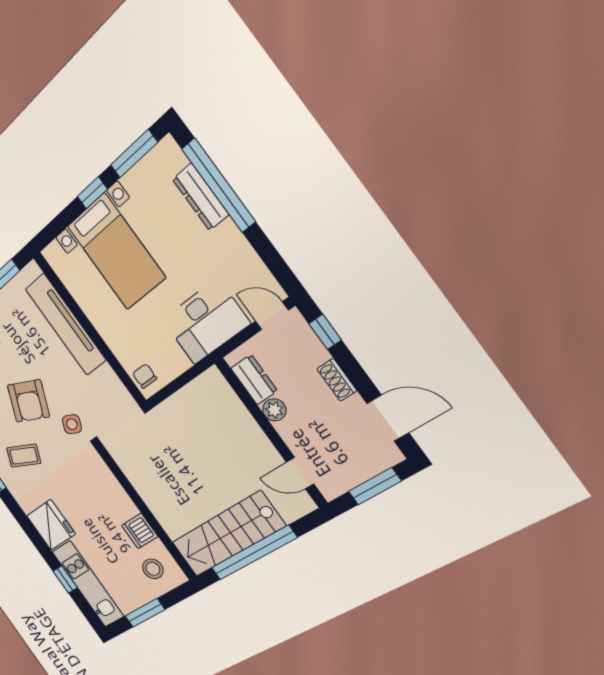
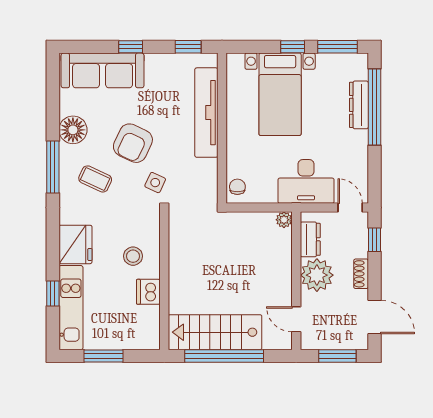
plant: (213, 378) -> (284, 220), added
plant: (274, 410) -> (317, 275), width x1.88, depth x1.88
stool: (153, 569) -> (133, 256), moved

